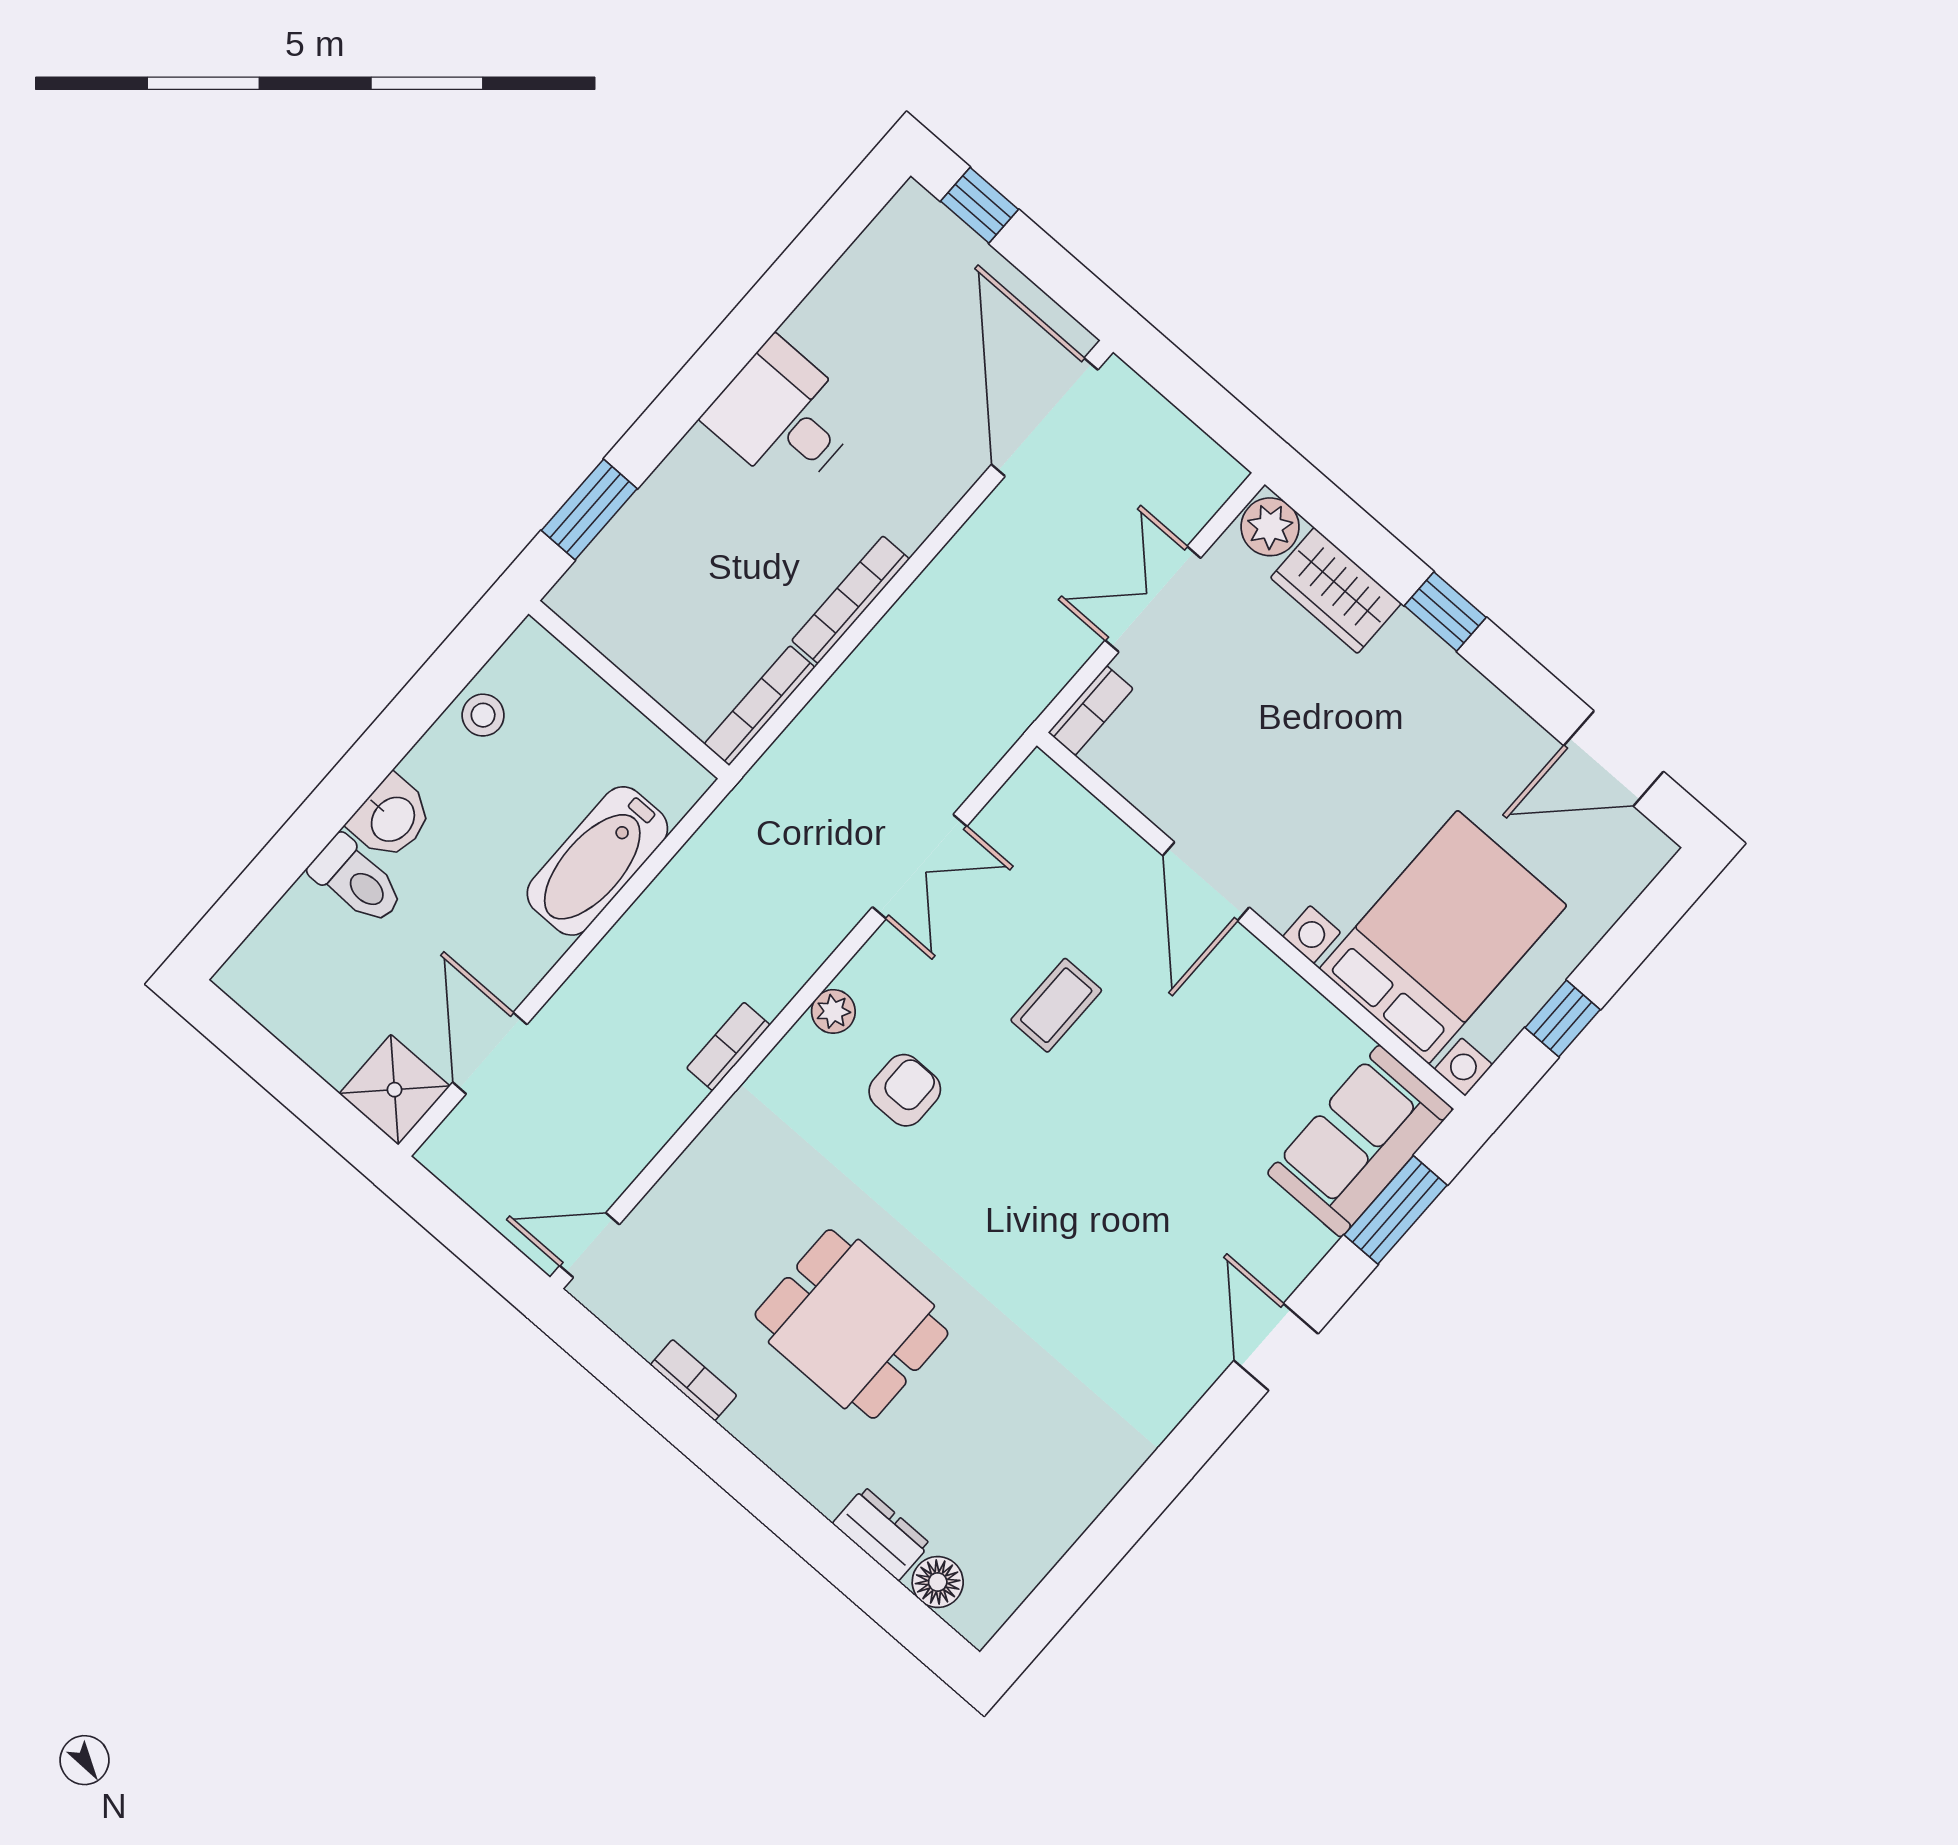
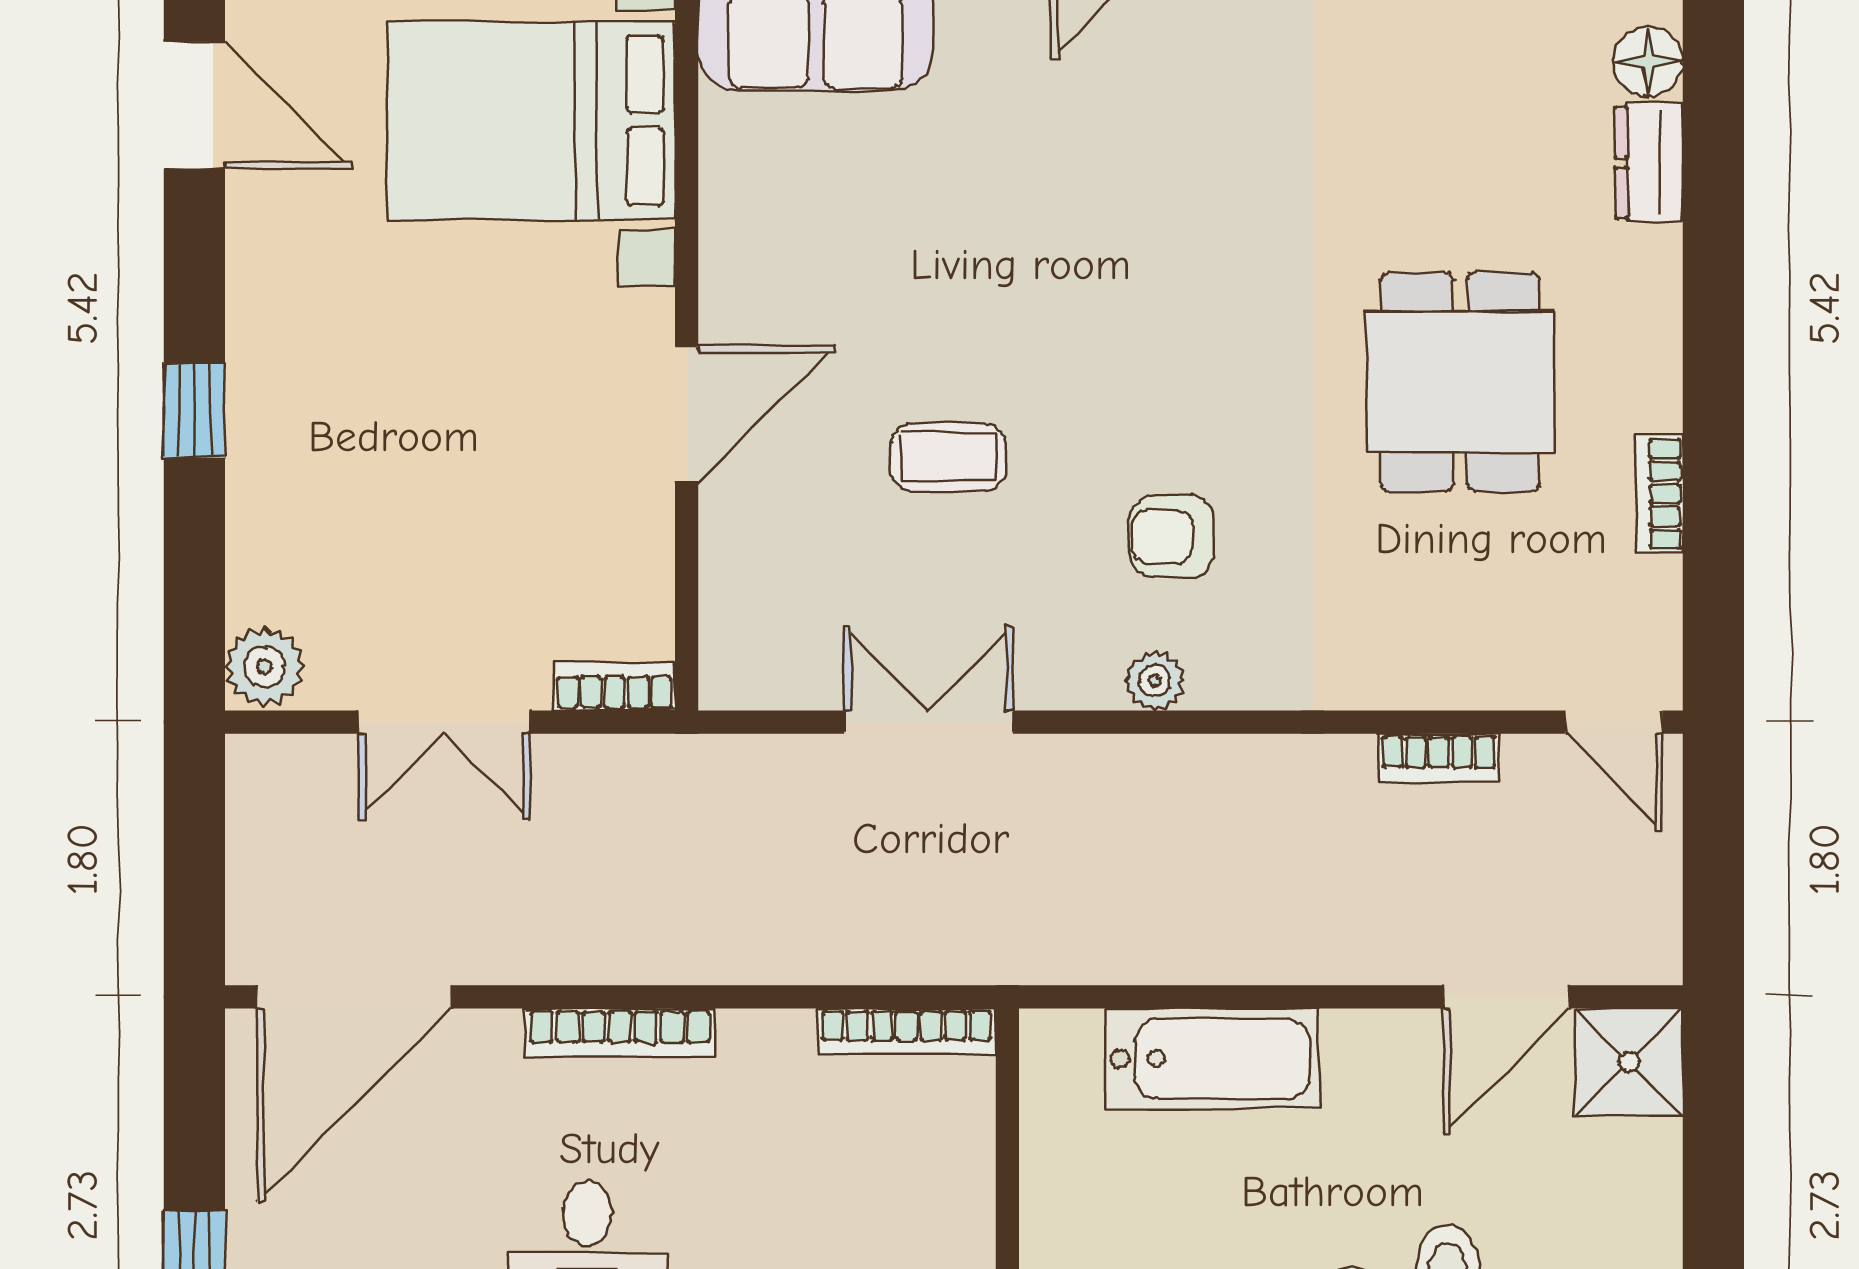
wardrobe: (1336, 590) -> (271, 542), removed
bookcase: (851, 600) -> (620, 1033), moved
bookcase: (728, 1046) -> (1439, 758), moved

